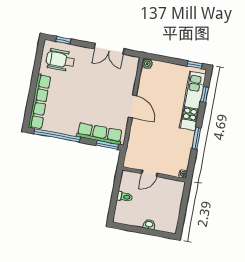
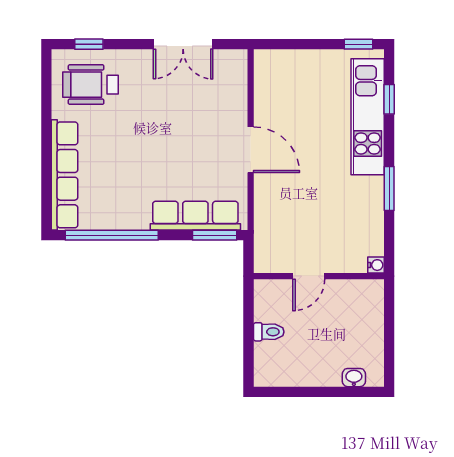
plant: (147, 64) -> (264, 60), removed
washbasin: (149, 225) -> (354, 378), moved

